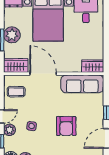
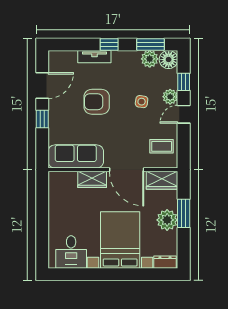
wardrobe: (93, 66) -> (92, 179), moved
armchair: (66, 126) -> (97, 102), turned -90

